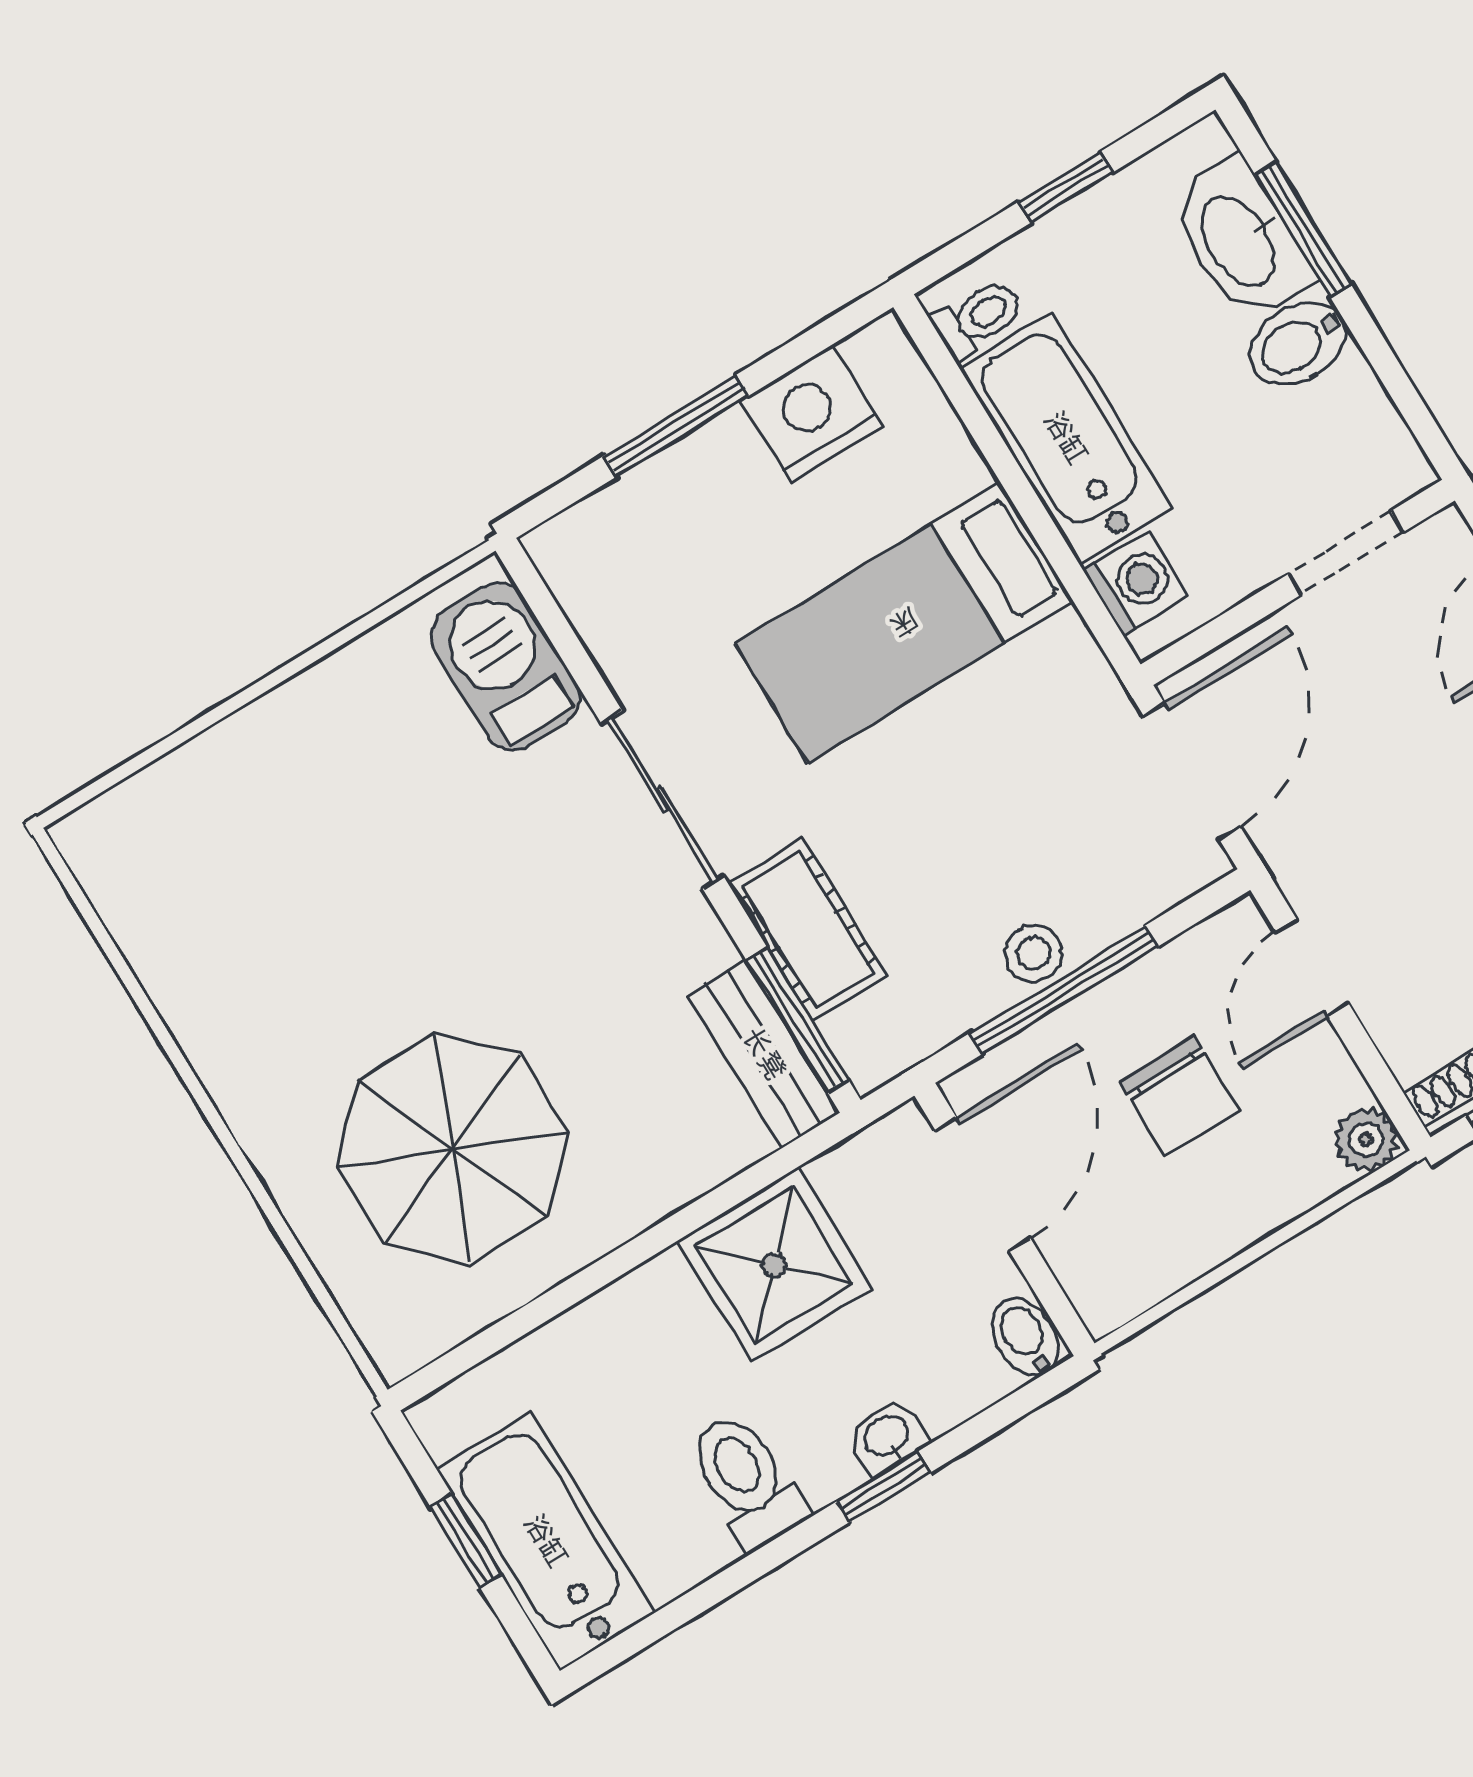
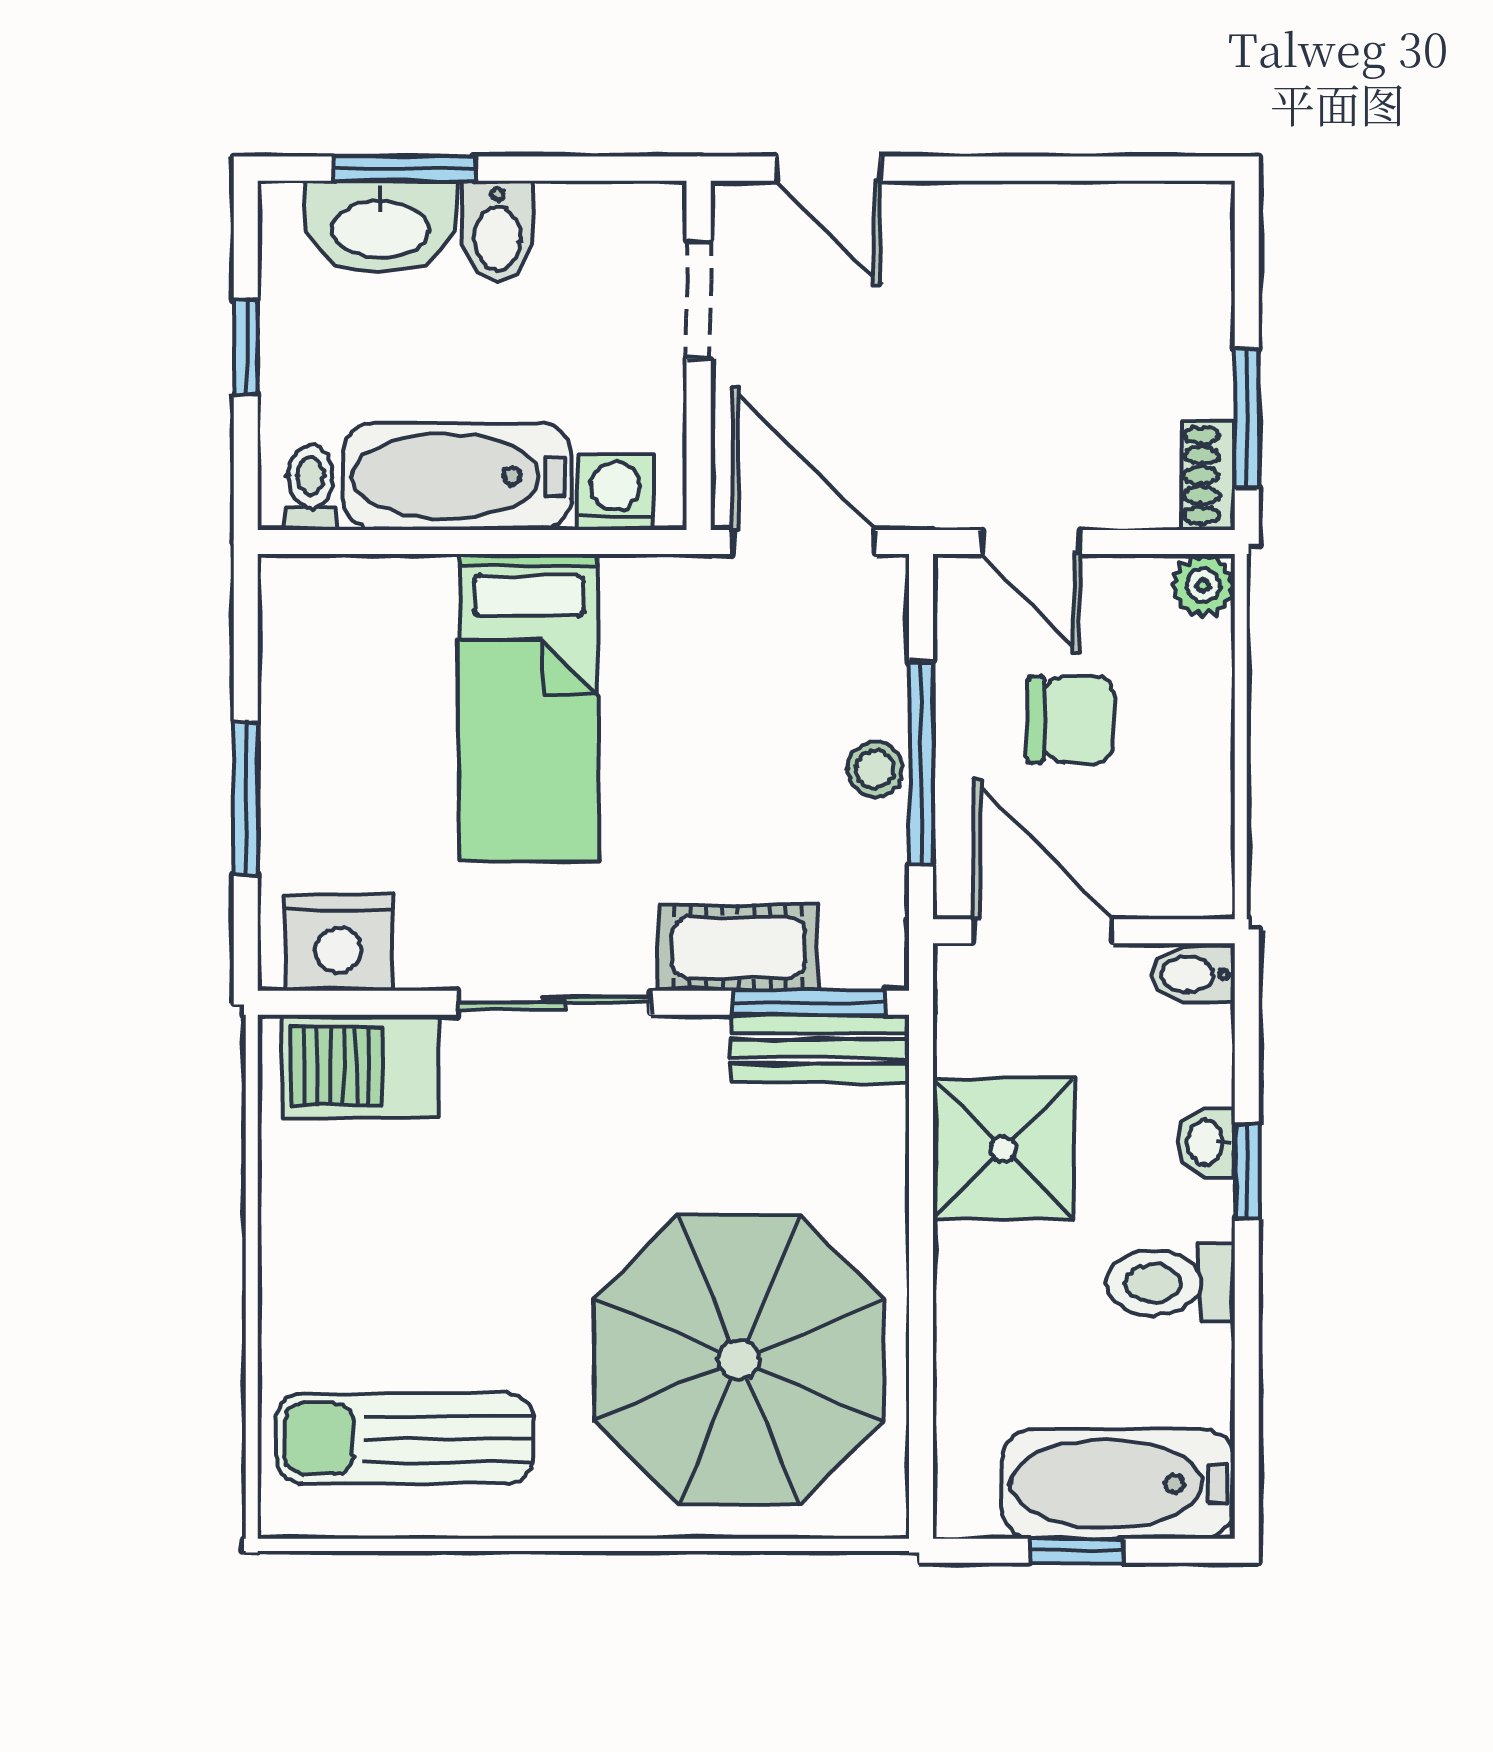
nightstand: (811, 414) -> (338, 943), moved, turned -90
sun lounger: (207, 902) -> (405, 1439), added
parasol: (452, 1149) -> (739, 1360), width x1.36, depth x1.36

